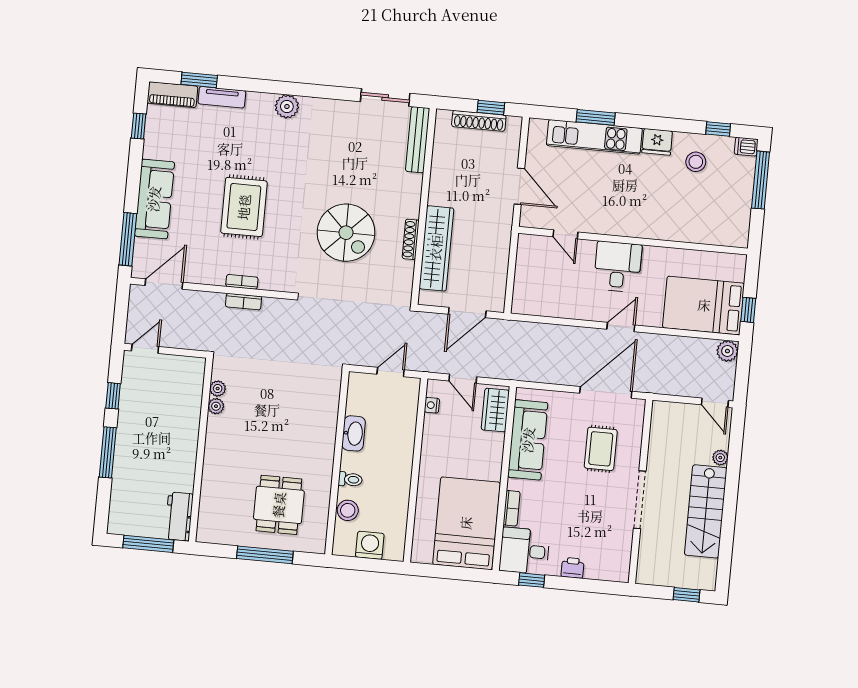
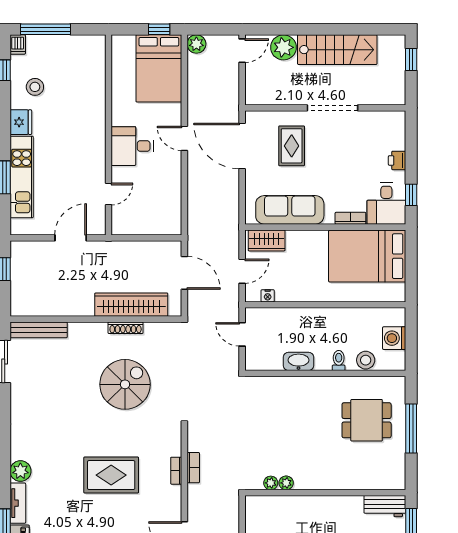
plant: (287, 107) -> (20, 471), moved
shoe rack: (479, 121) -> (17, 278), removed
rug: (601, 449) -> (292, 146), turned 90
plant: (720, 458) -> (283, 47), width x1.88, depth x1.88

